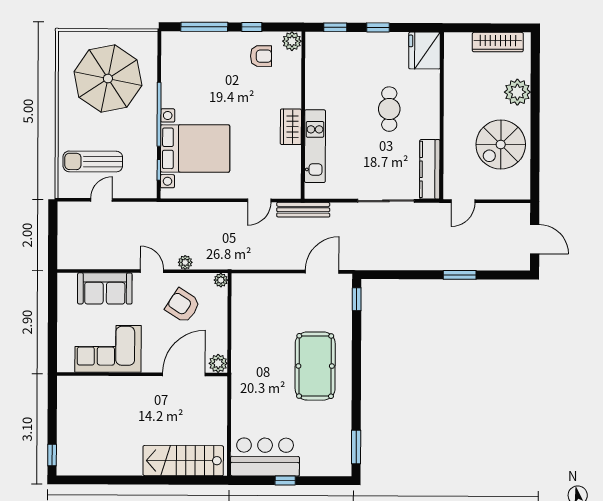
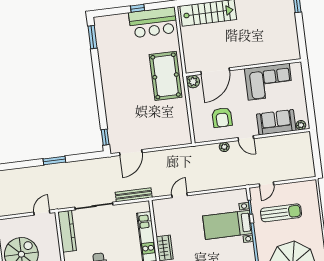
bed with nightstands: (195, 148) -> (227, 225), width x0.73
sun lounger: (93, 161) -> (281, 213), moved
door: (102, 200) -> (267, 184), moved
bench: (303, 210) -> (134, 195), moved
window: (460, 275) -> (54, 160), moved
plant: (221, 280) -> (301, 125), moved
armchair: (183, 306) -> (222, 117), turned 57
pool table: (315, 366) -> (166, 76), moved

